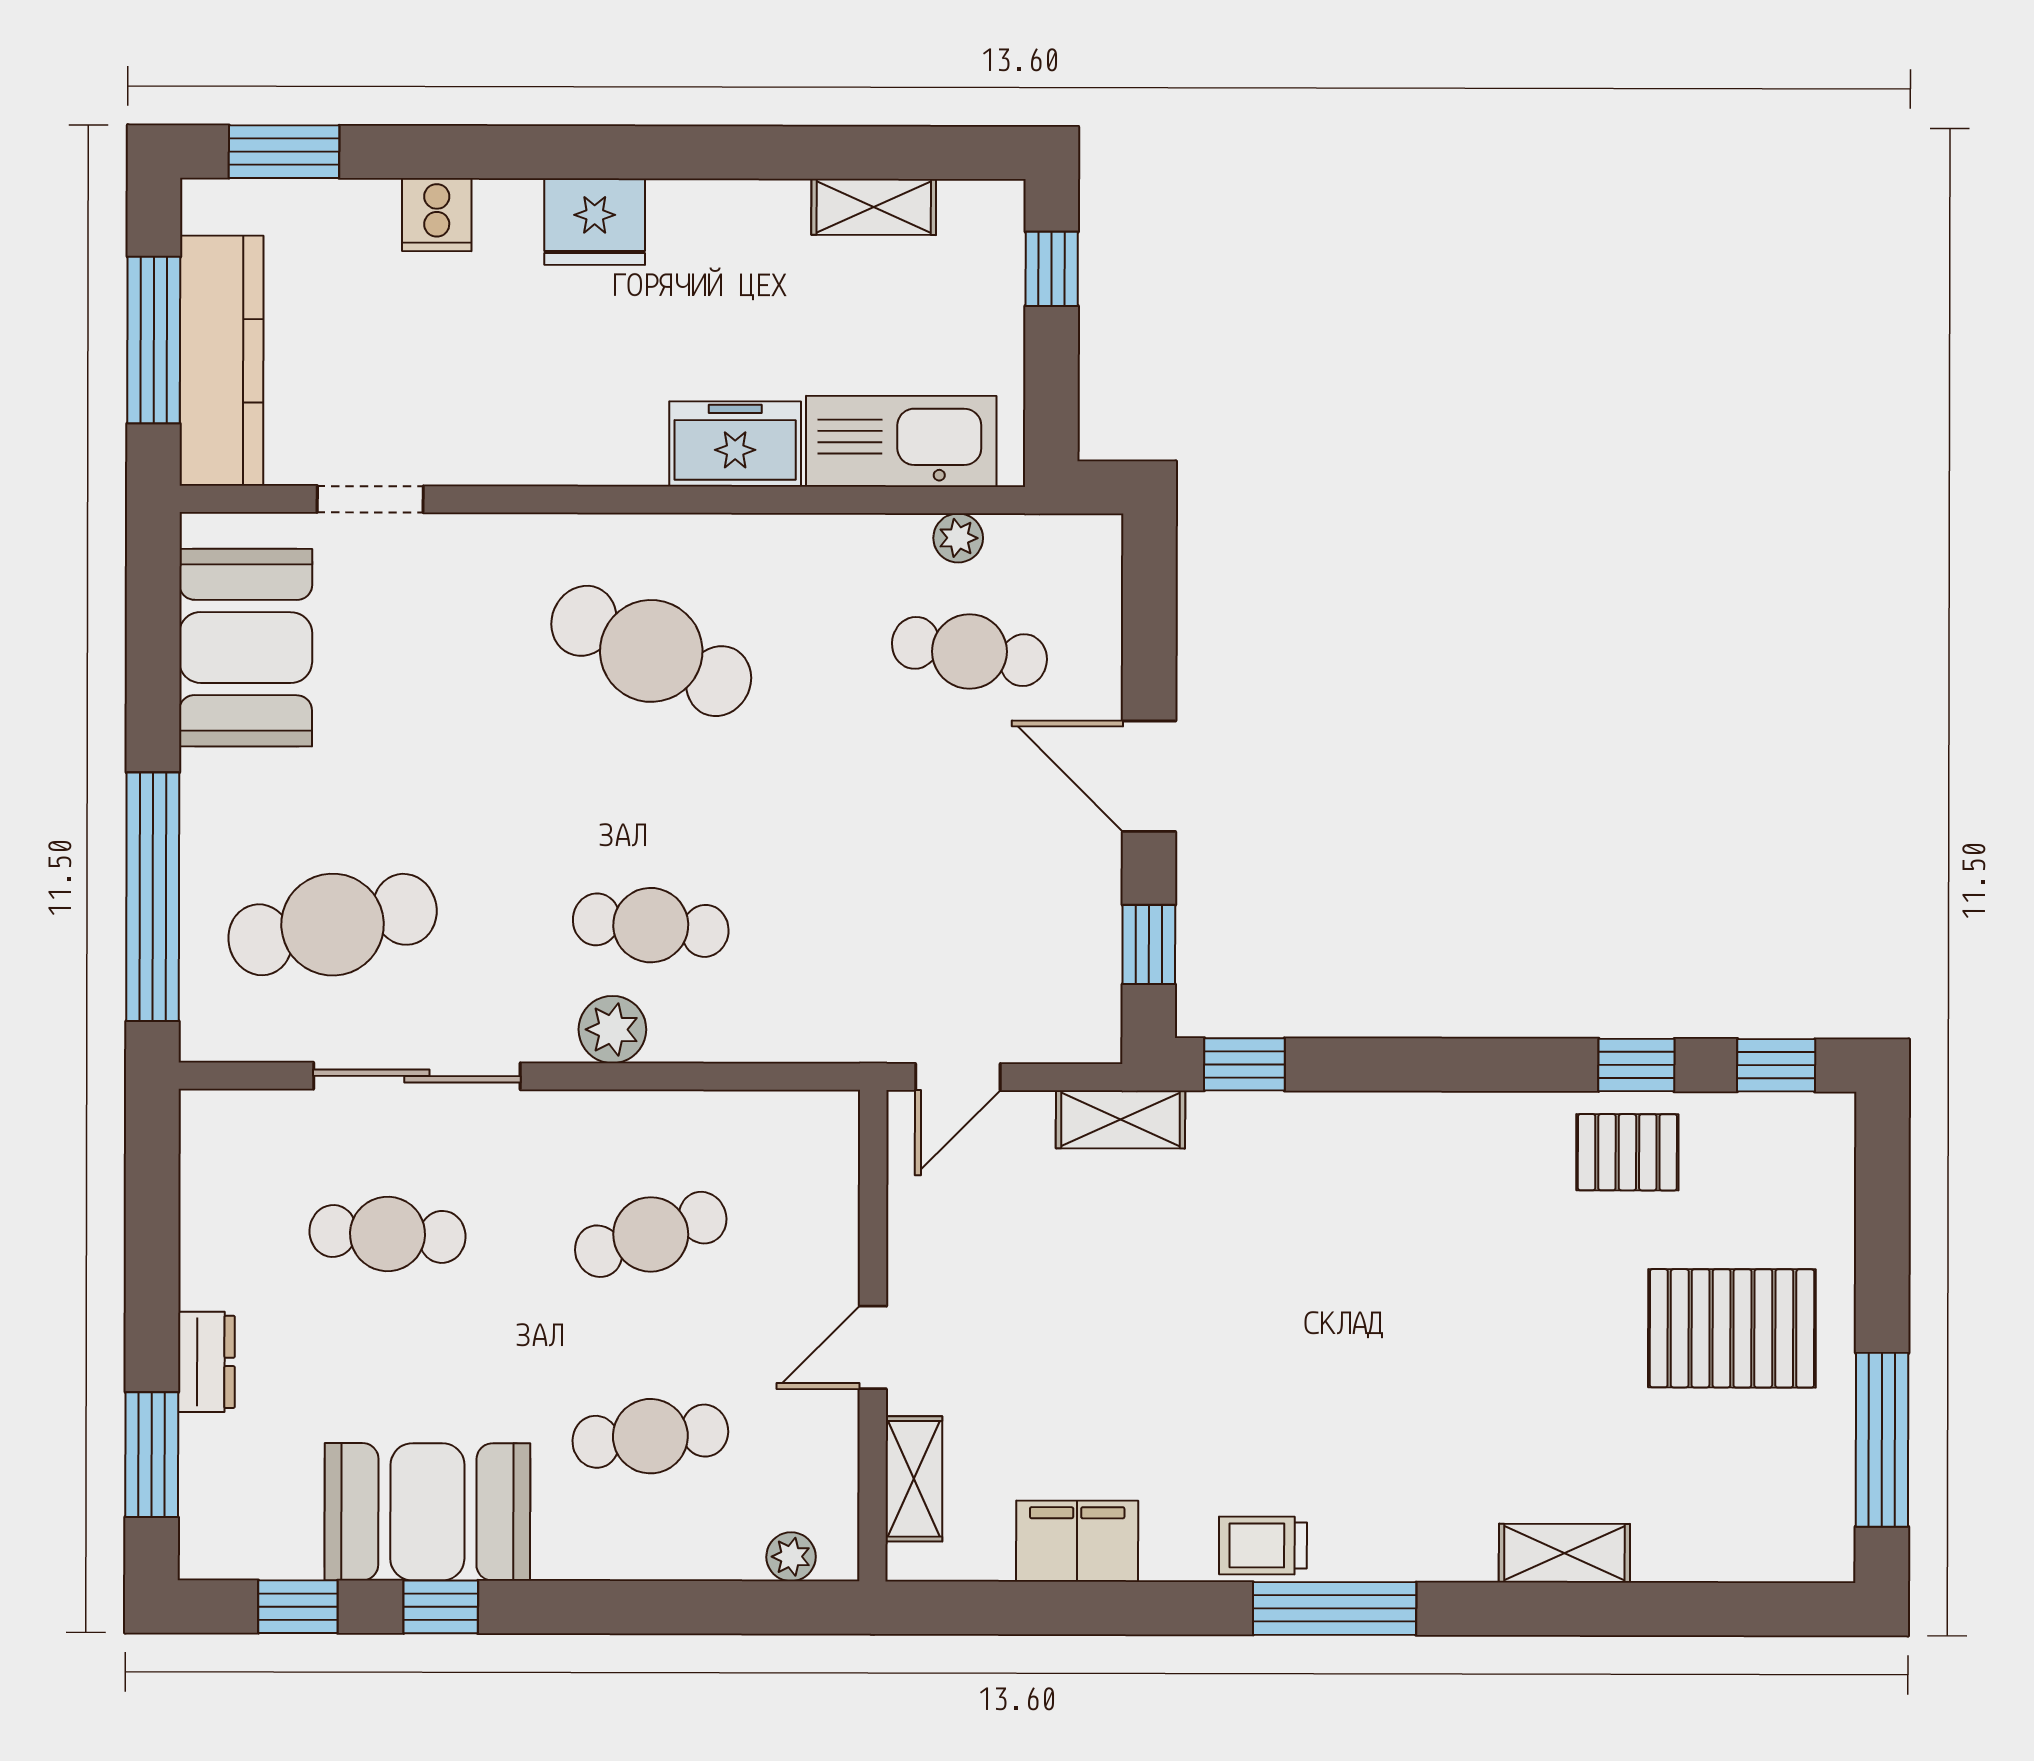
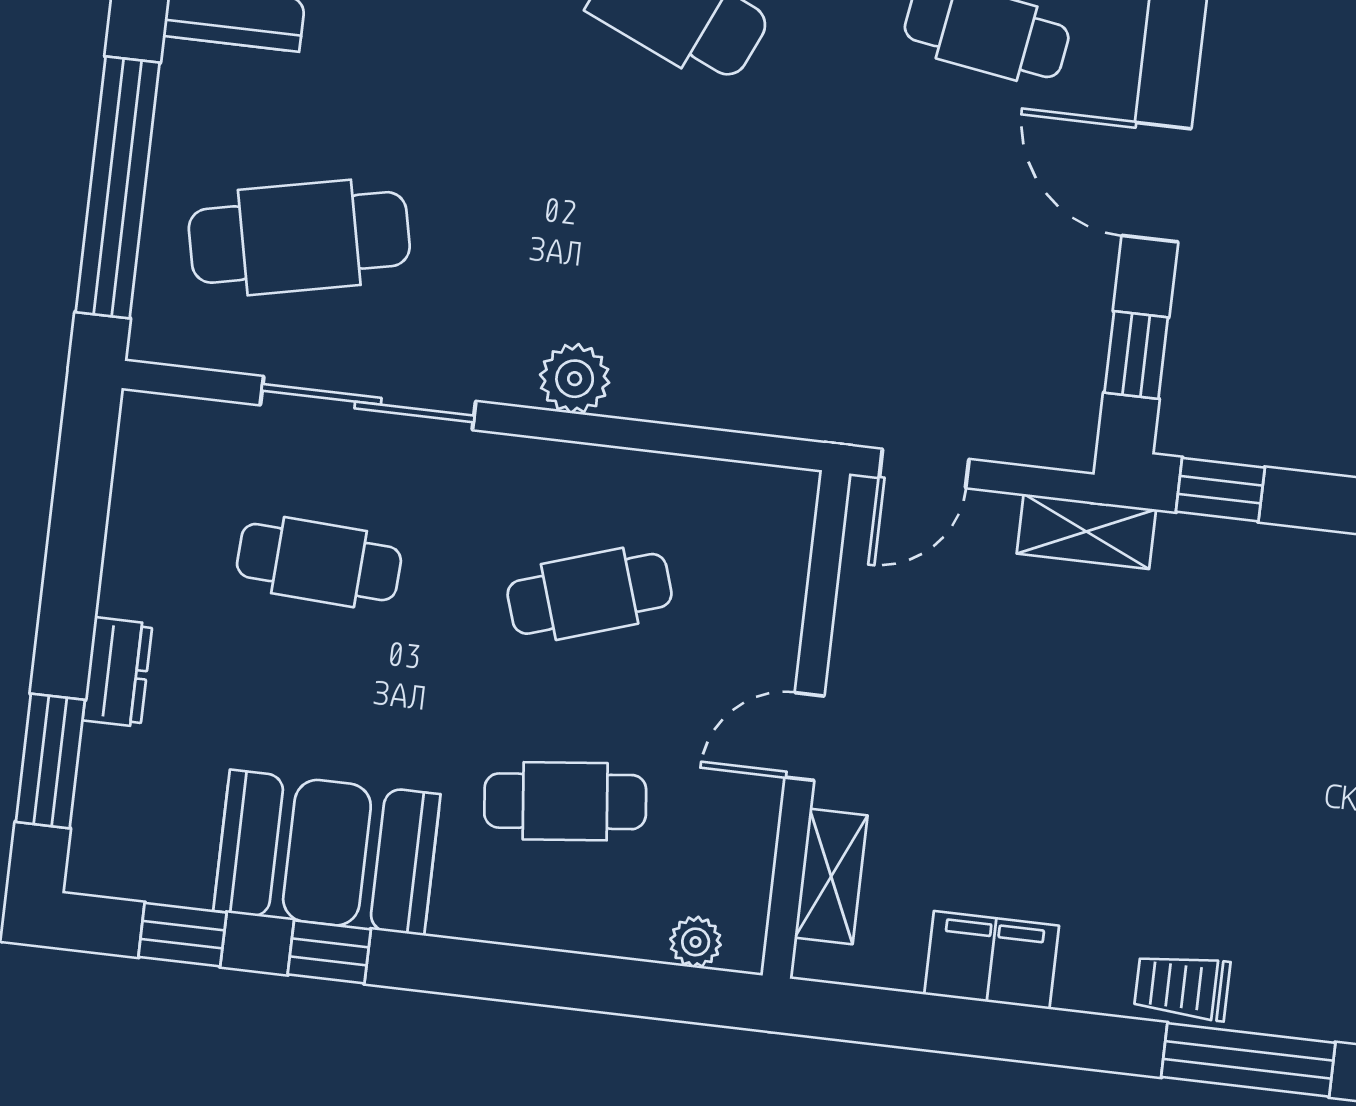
cafe table: (651, 925) -> (626, 276), removed

